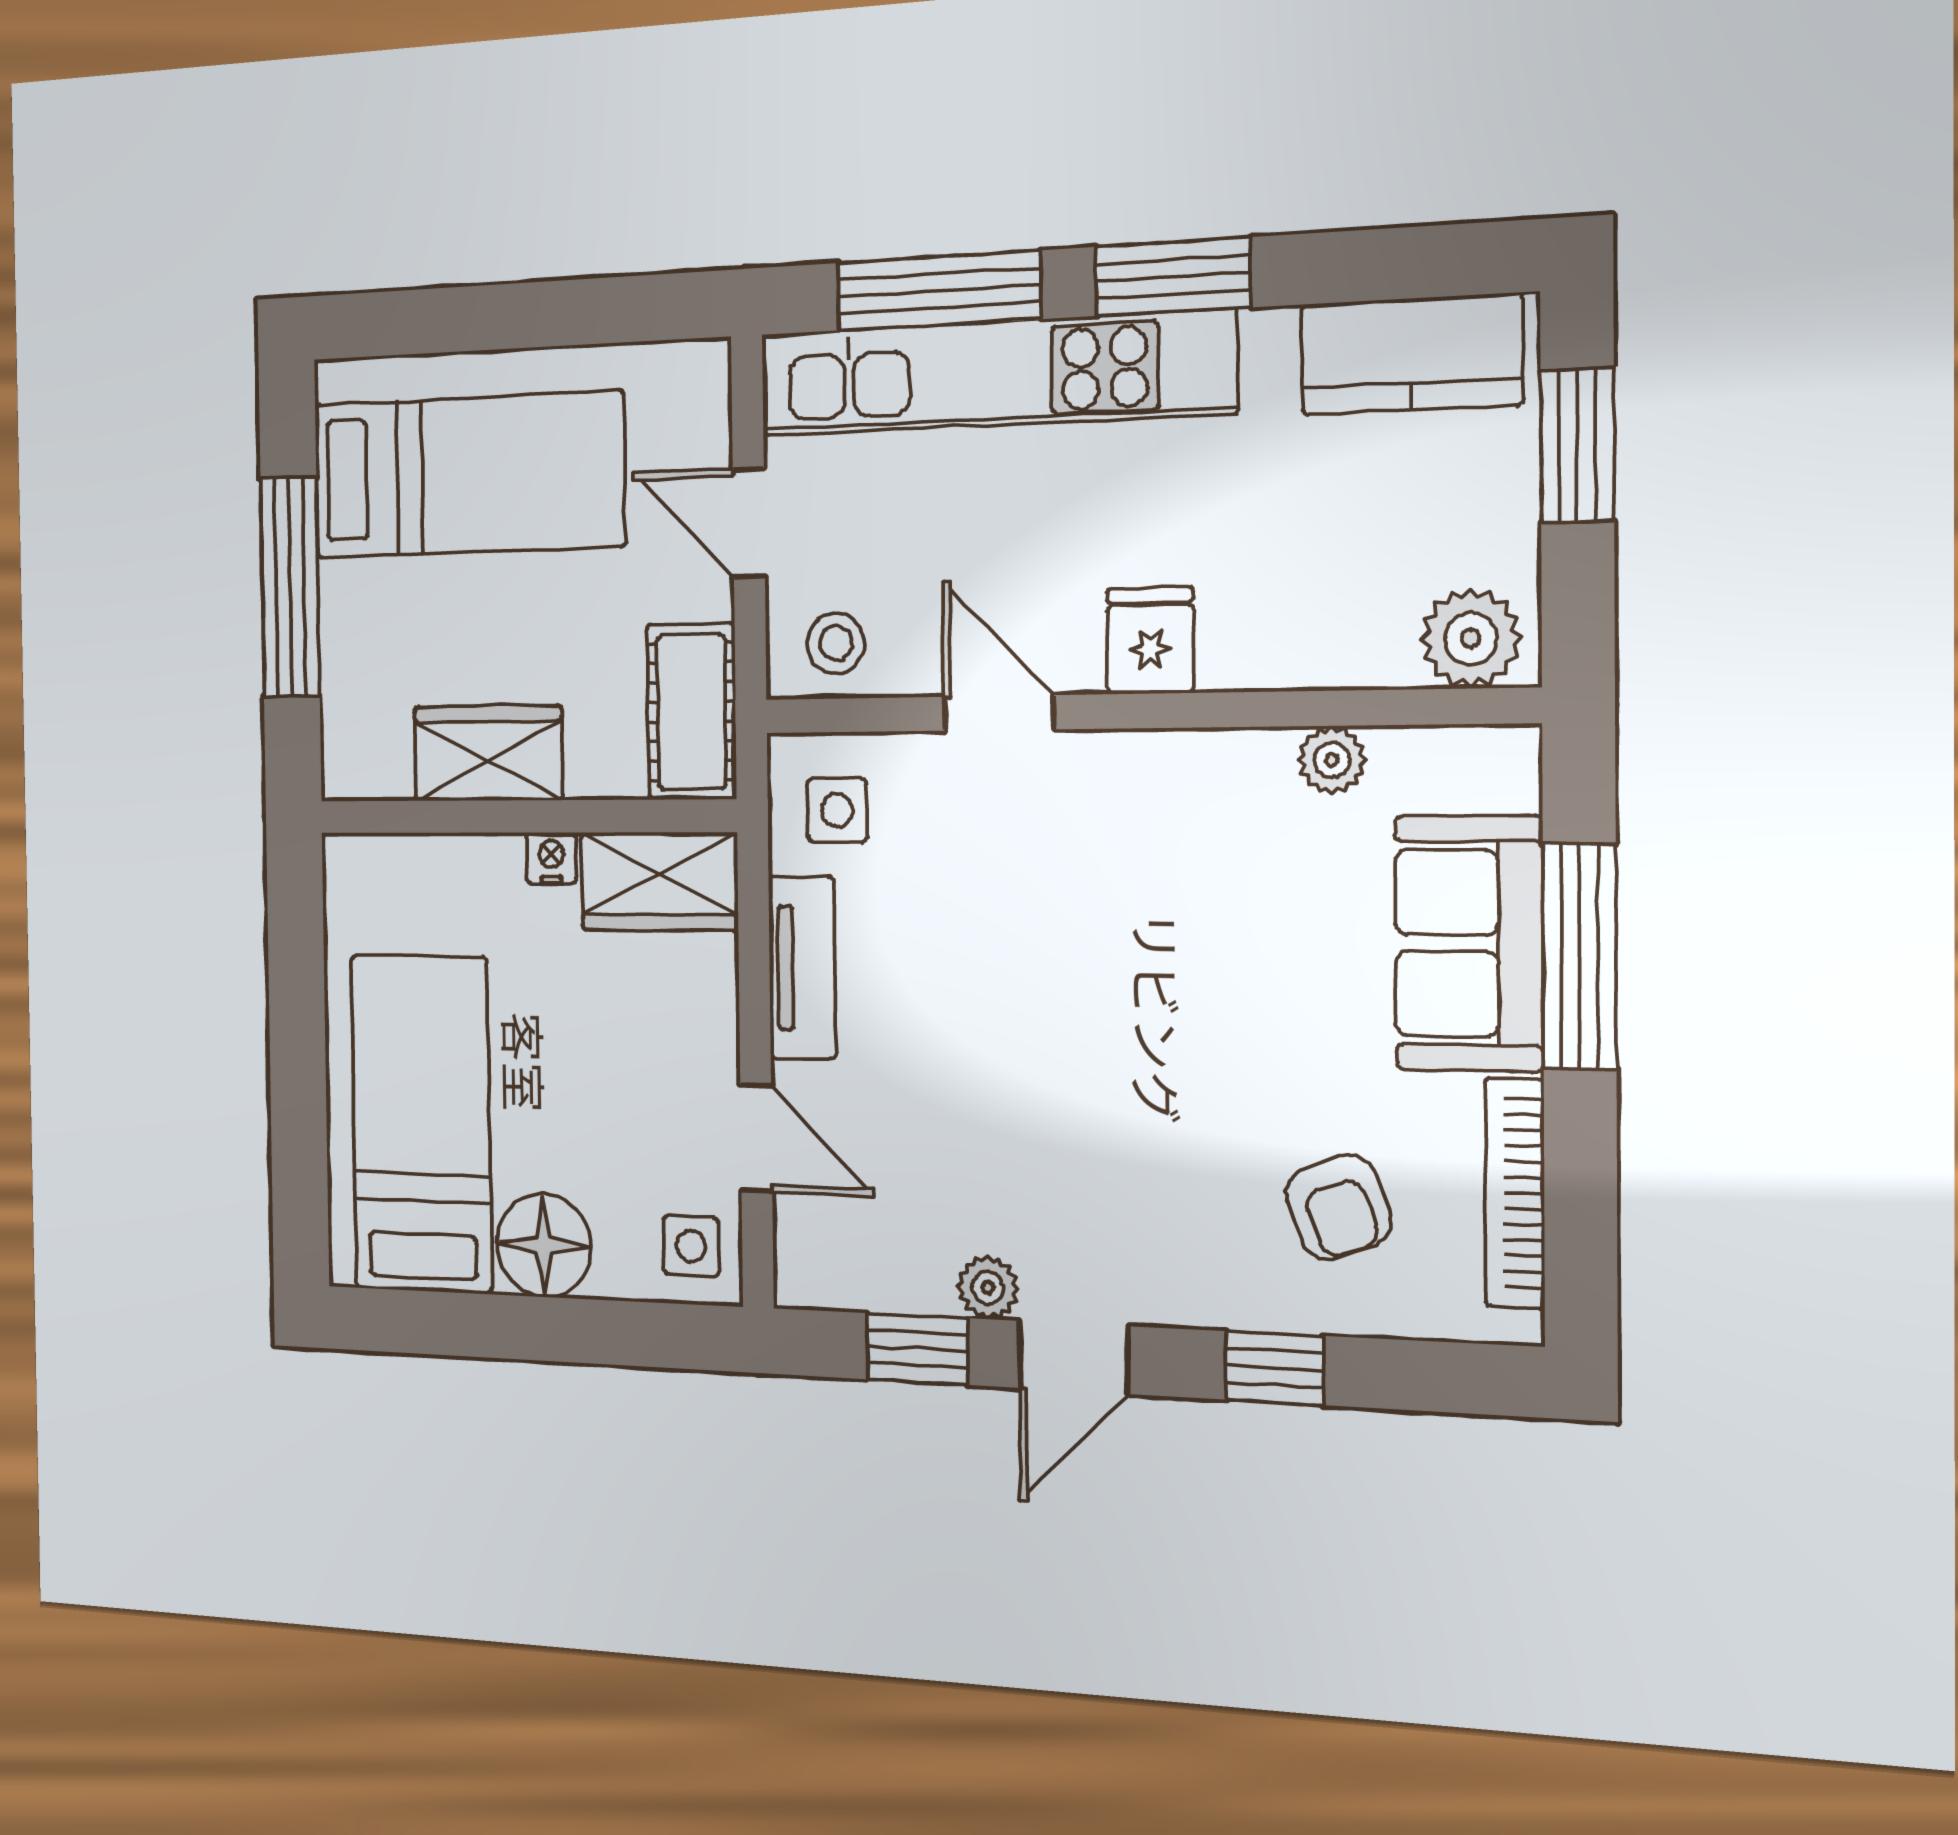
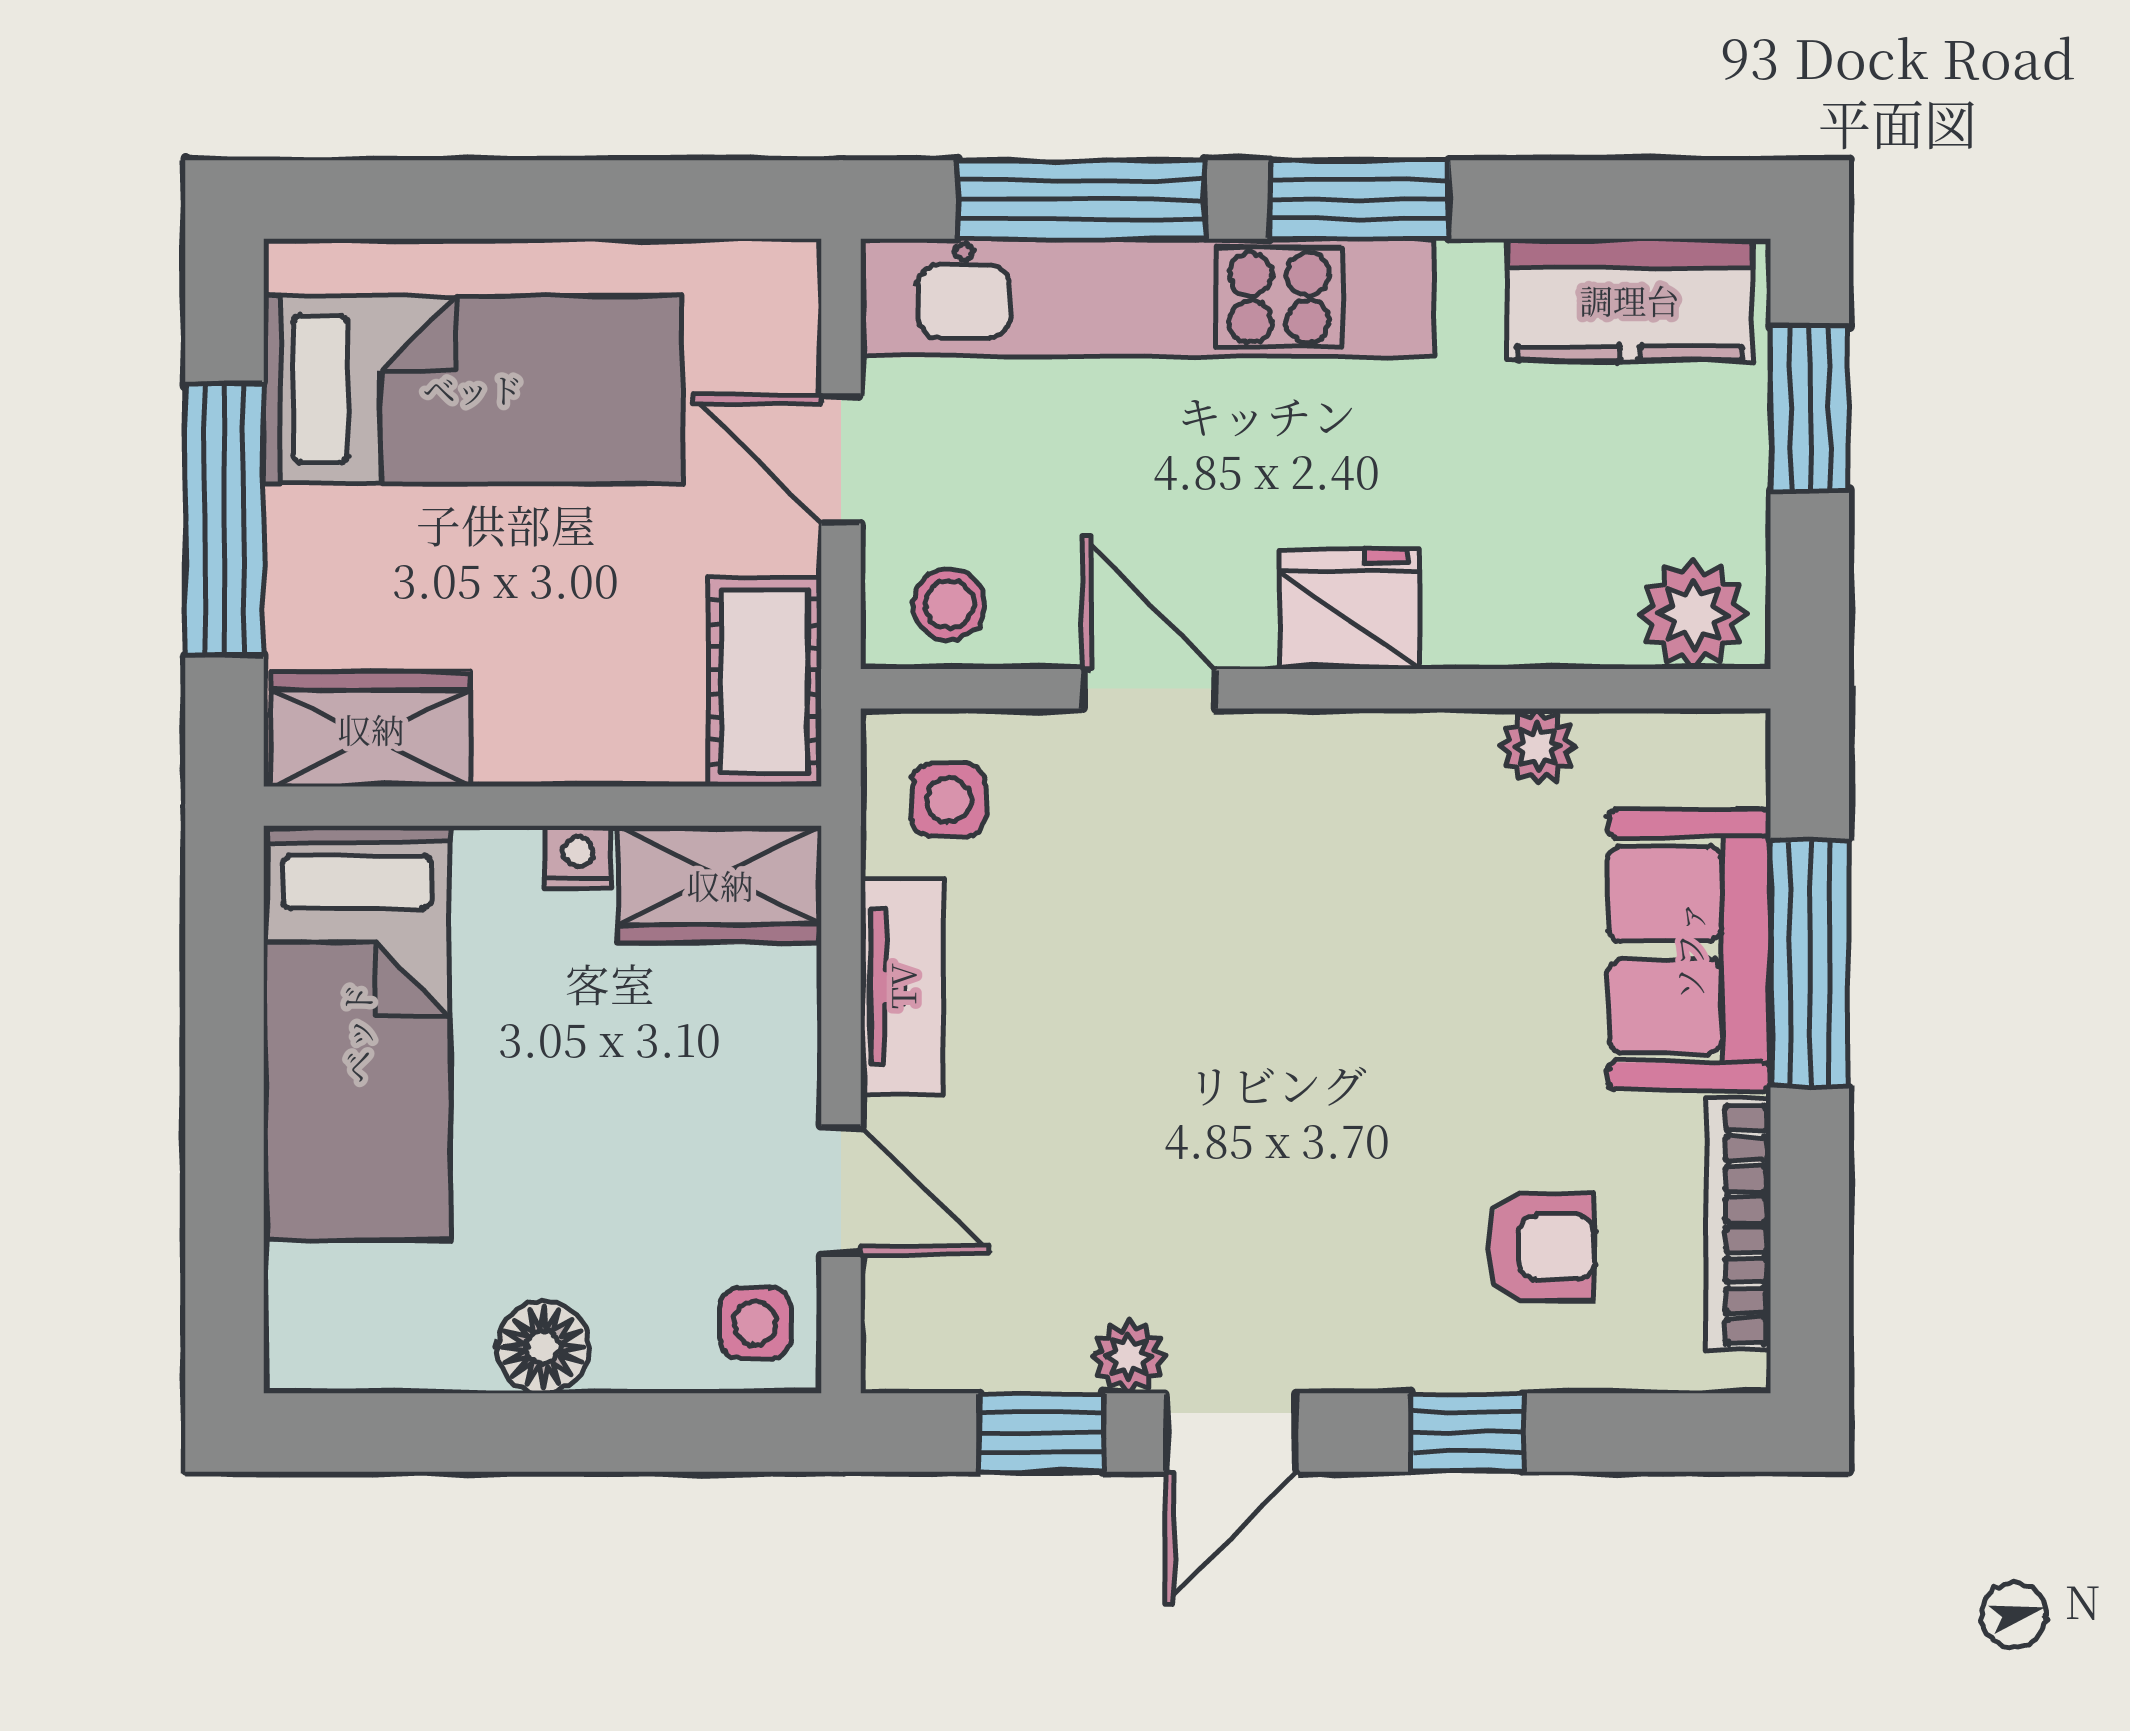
fridge: (1150, 641) -> (1349, 609), width x1.38
wardrobe: (488, 753) -> (371, 729), moved
bed: (421, 1124) -> (357, 1033), moved, turned 180
armchair: (1338, 1207) -> (1542, 1247), turned -70
floor lamp: (544, 1245) -> (543, 1347), width x0.73, depth x0.73

